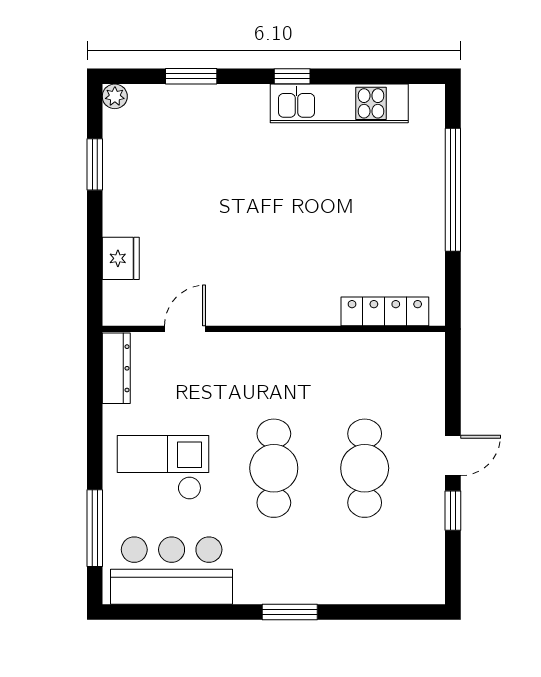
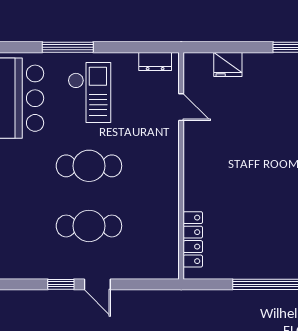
dresser: (116, 368) -> (155, 62), width x0.70
window: (95, 528) -> (68, 47), moved

